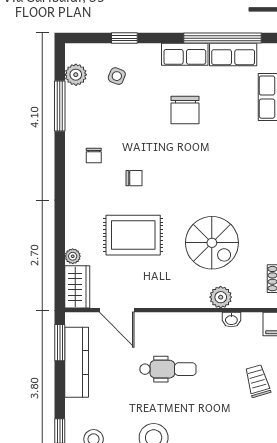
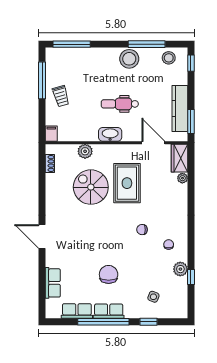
window: (223, 38) -> (103, 322), moved
plant: (76, 75) -> (180, 269), moved
window: (60, 106) -> (191, 277), width x0.46
rug: (133, 235) -> (127, 183), moved, turned 90
washbasin: (231, 320) -> (110, 134), moved, width x1.91, depth x1.45

